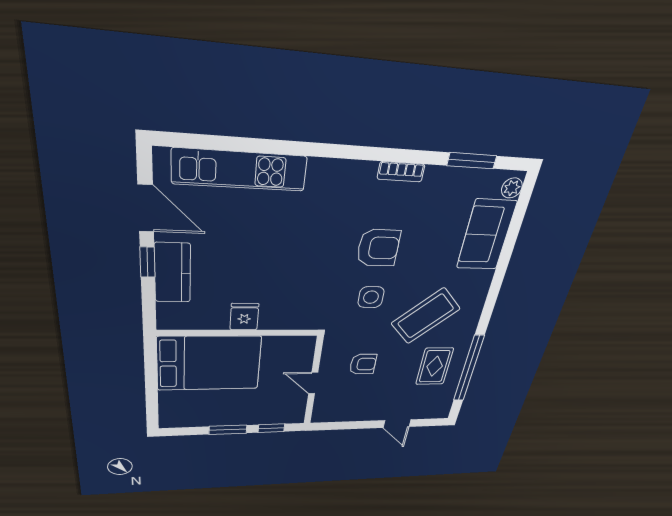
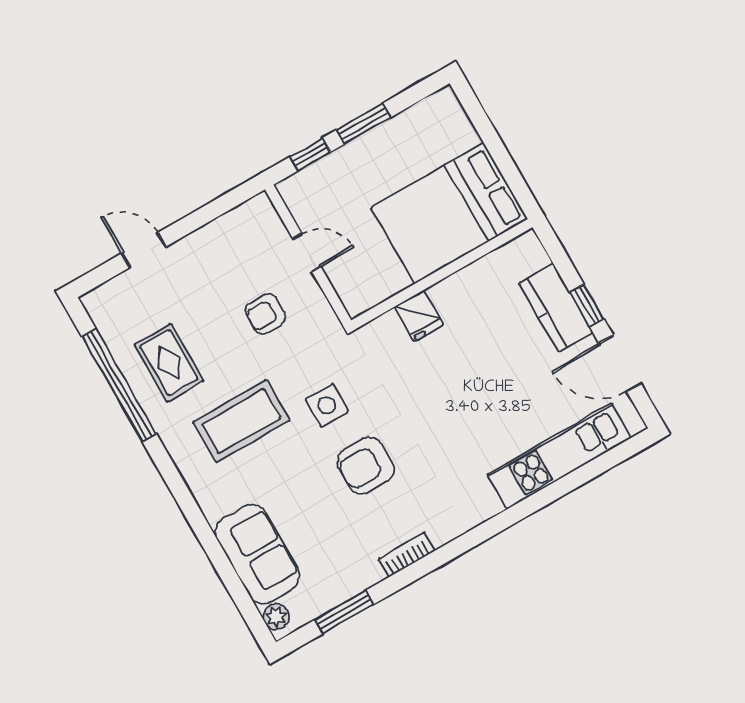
coffee table: (426, 316) -> (241, 421), turned 43
fridge: (244, 317) -> (419, 316), moved

